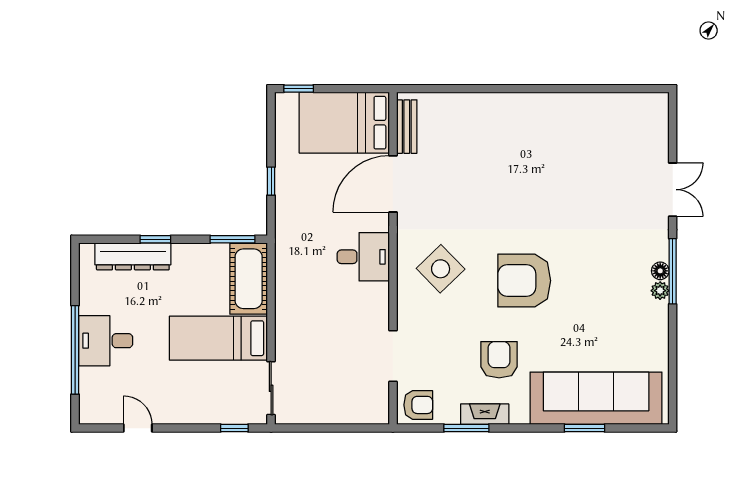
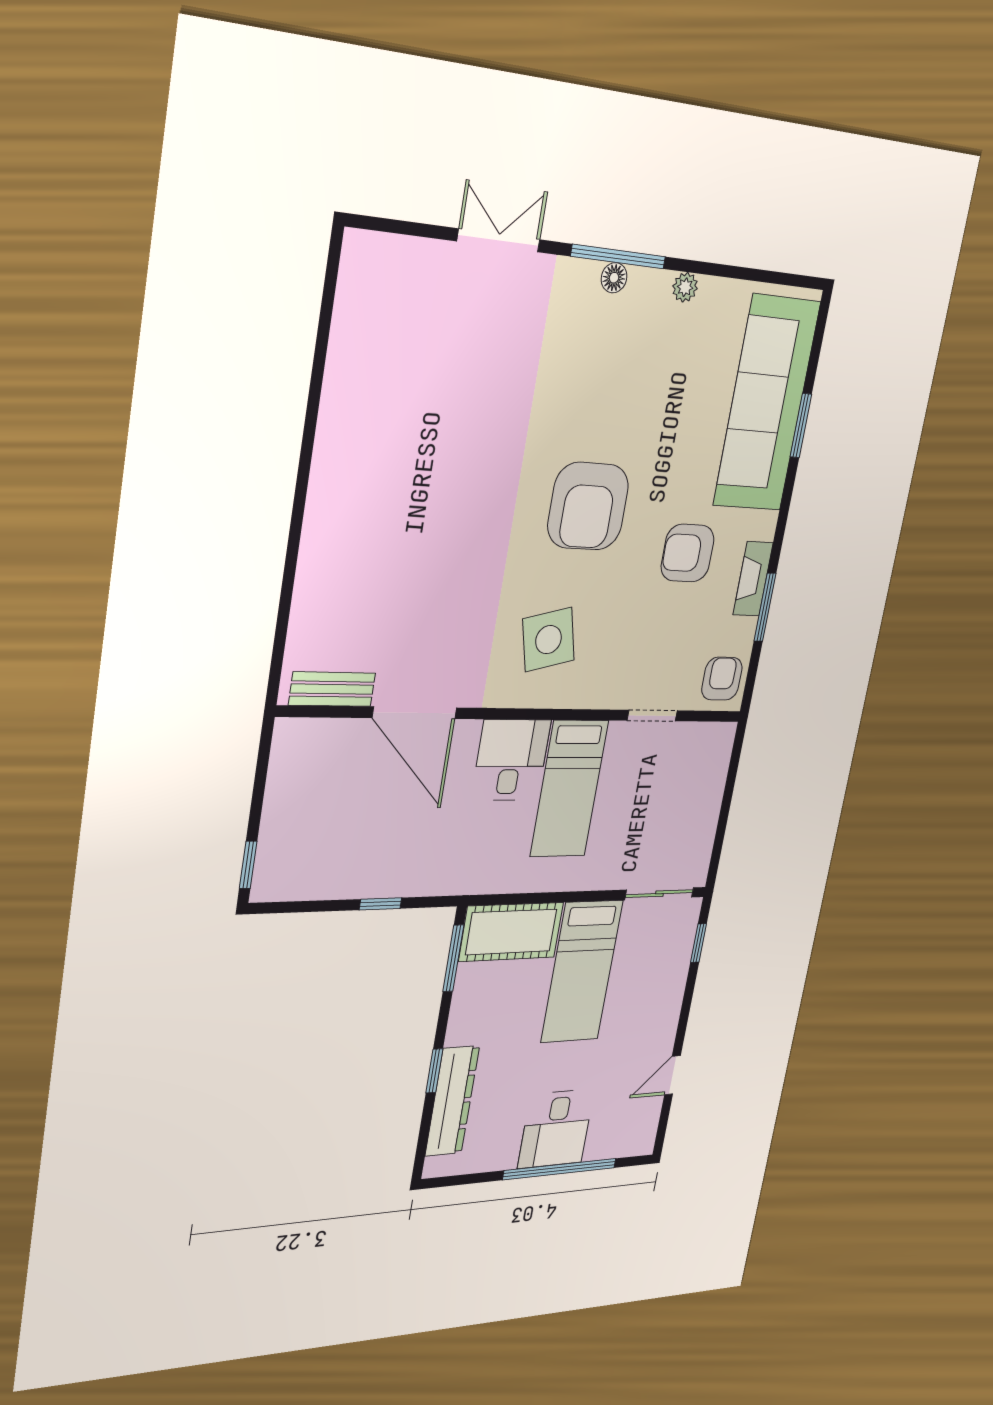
bed: (344, 123) -> (569, 789), moved, width x0.67
side table: (441, 269) -> (549, 640), turned 30
plant: (660, 291) -> (685, 287), moved
doorway: (393, 356) -> (652, 716), width x0.73

